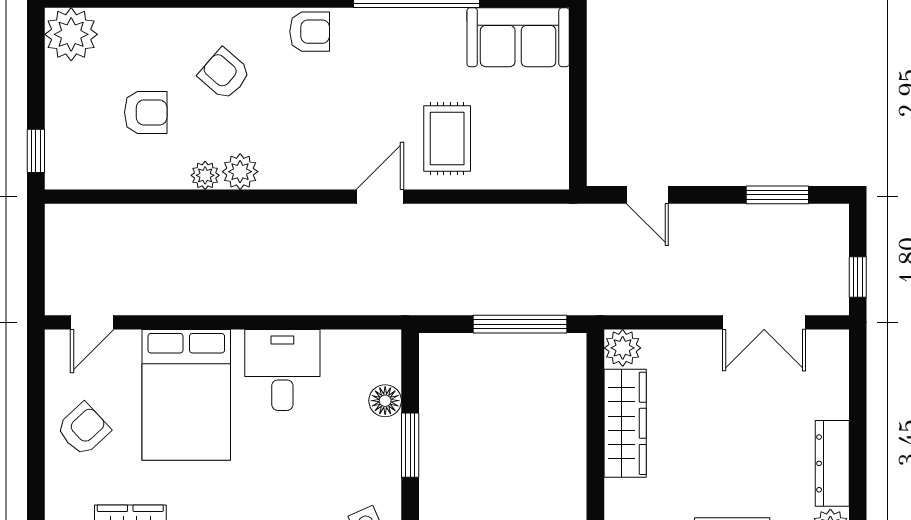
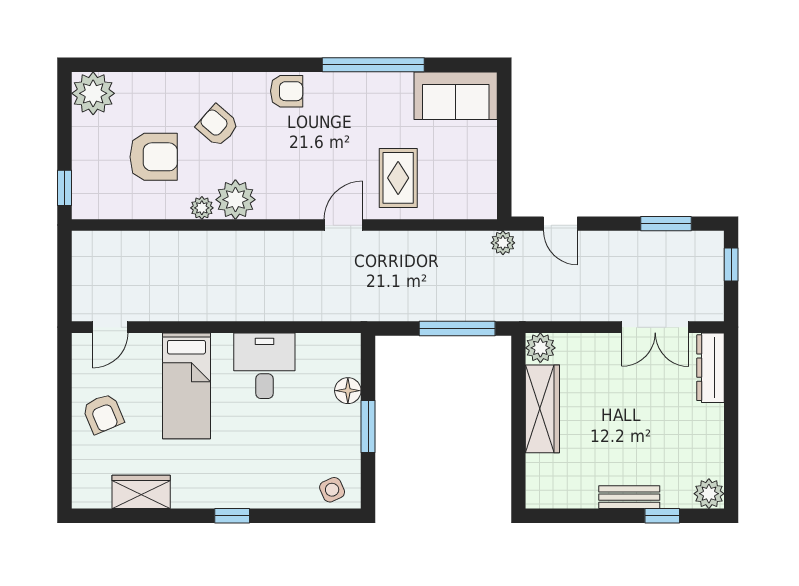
armchair: (146, 112) -> (154, 157), width x1.38, depth x1.38
plant: (240, 172) -> (235, 200), width x1.36, depth x1.36
plant: (576, 218) -> (503, 243), added
window: (858, 277) -> (731, 264), moved
bed: (186, 395) -> (186, 386), width x0.67
armchair: (83, 429) -> (103, 414), turned 110
dresser: (832, 463) -> (710, 368), moved

